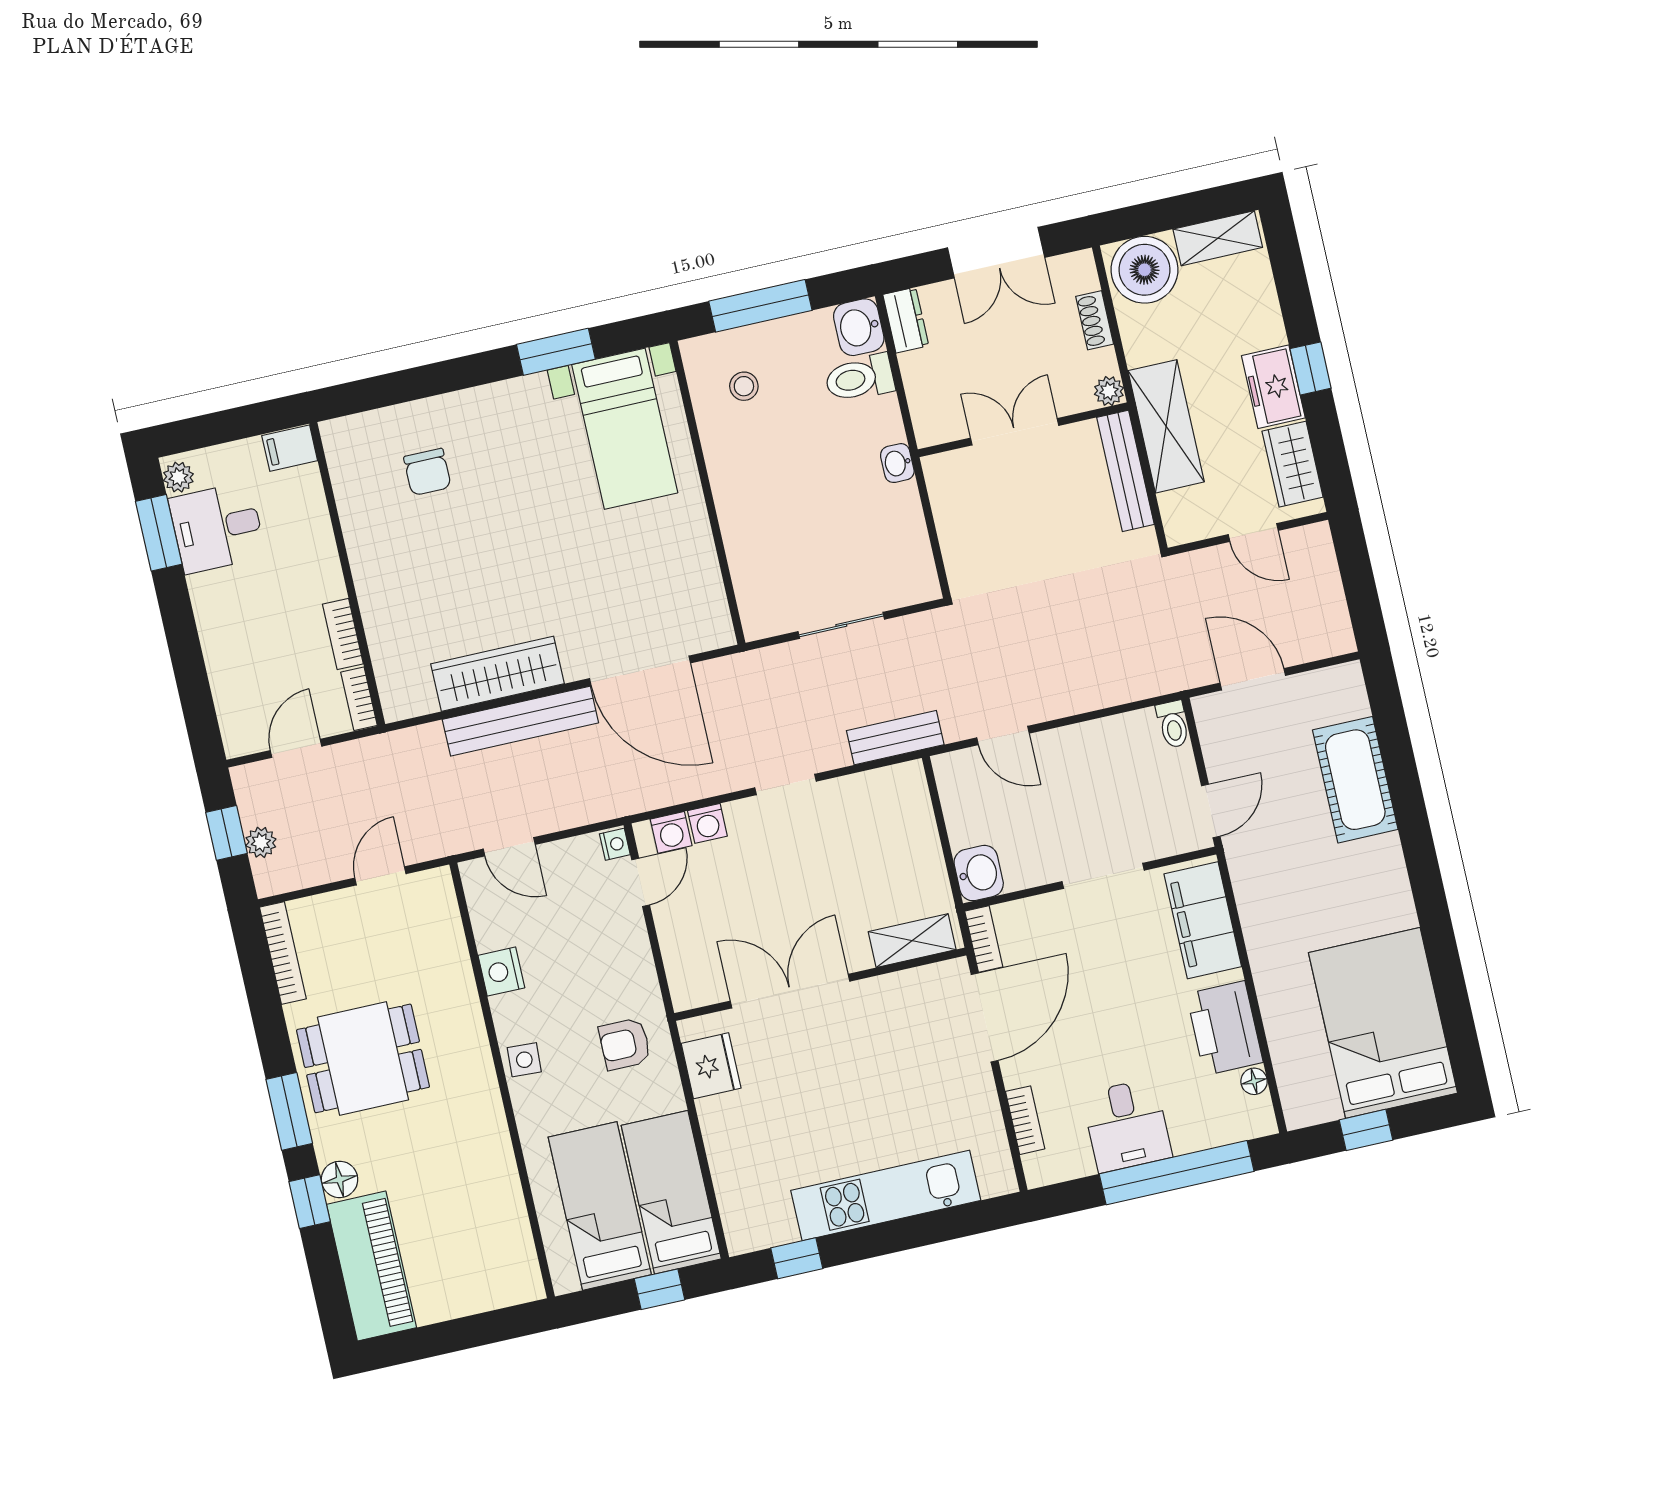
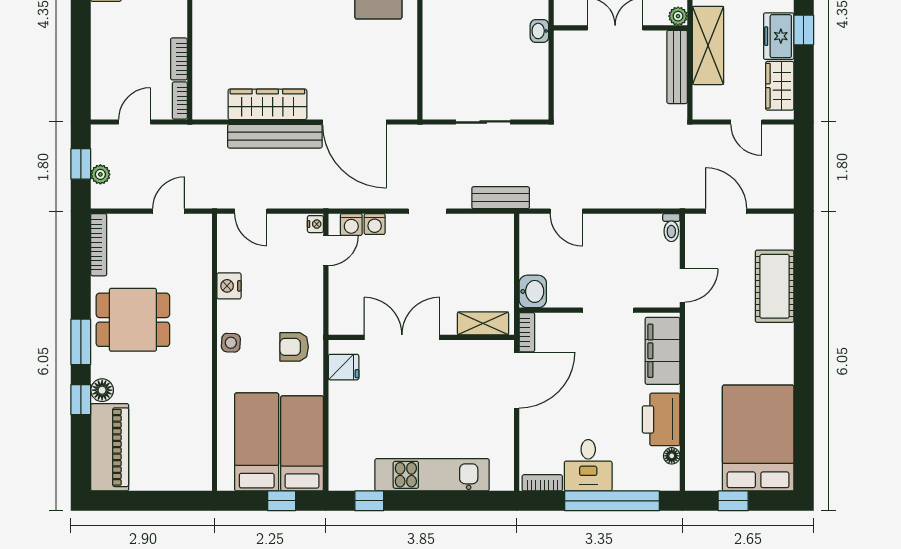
fridge: (711, 1066) -> (344, 367), width x0.72
bookcase: (1025, 1120) -> (542, 483), moved, turned -90

